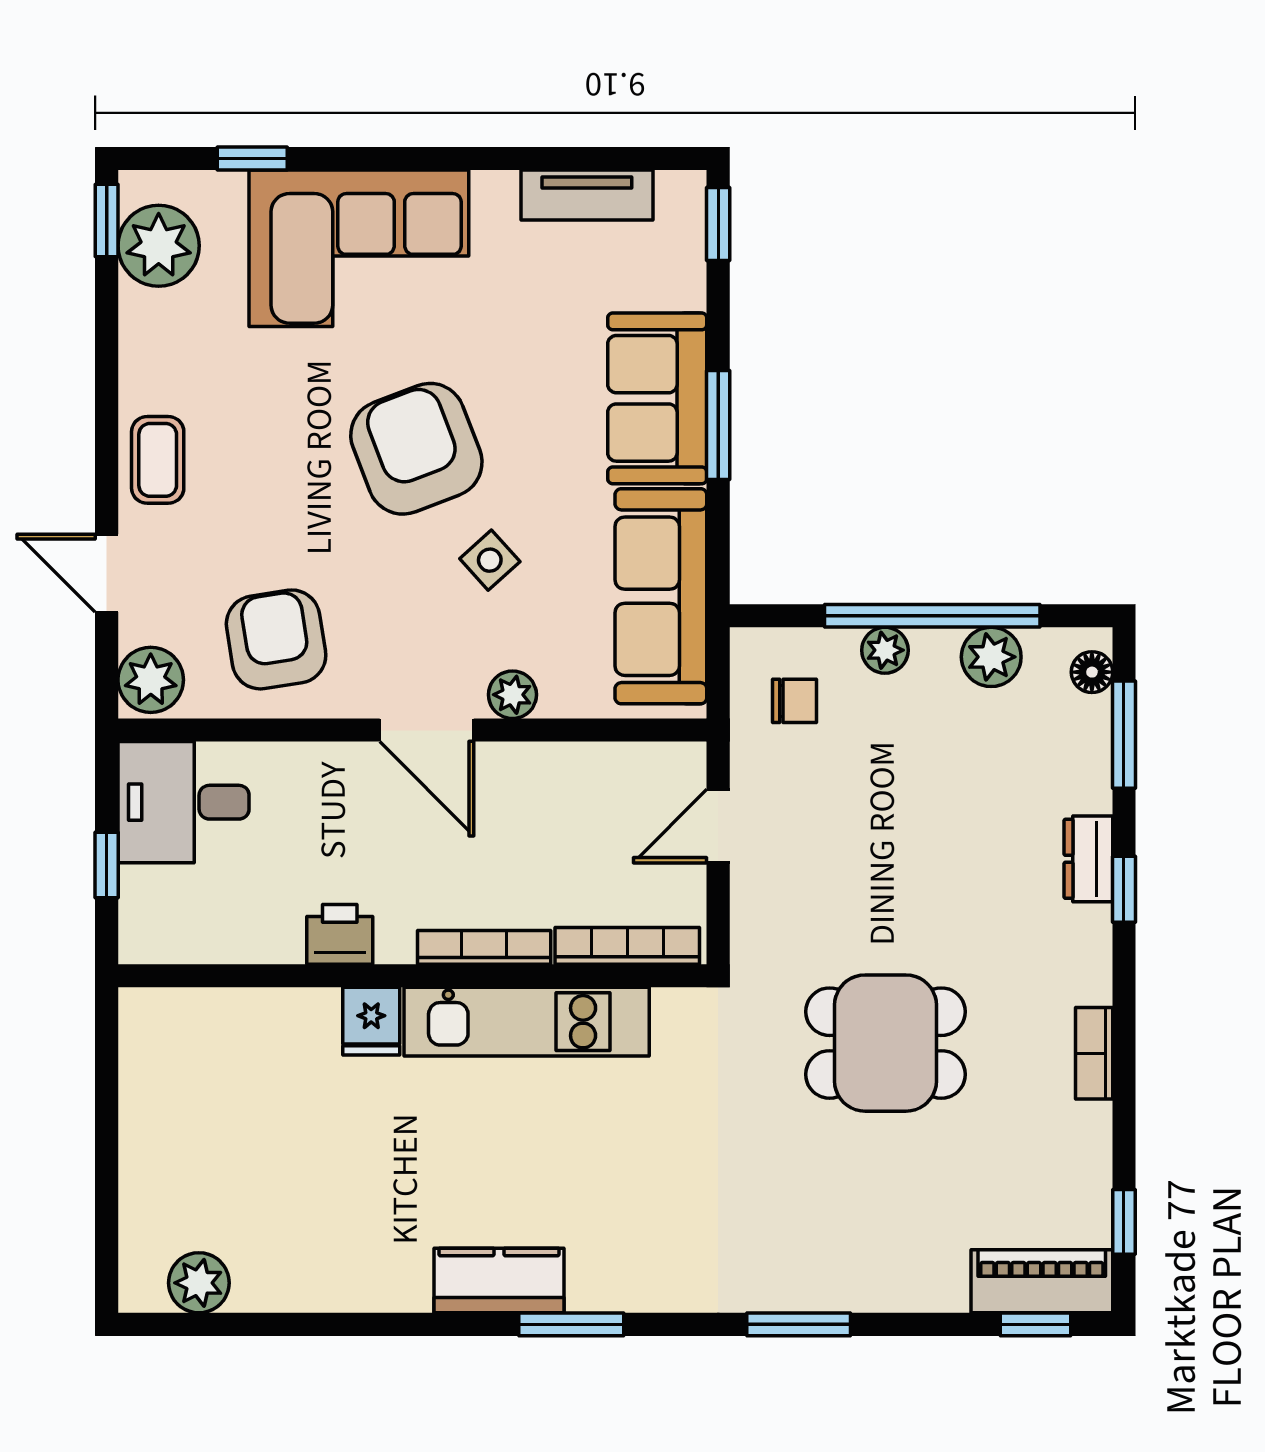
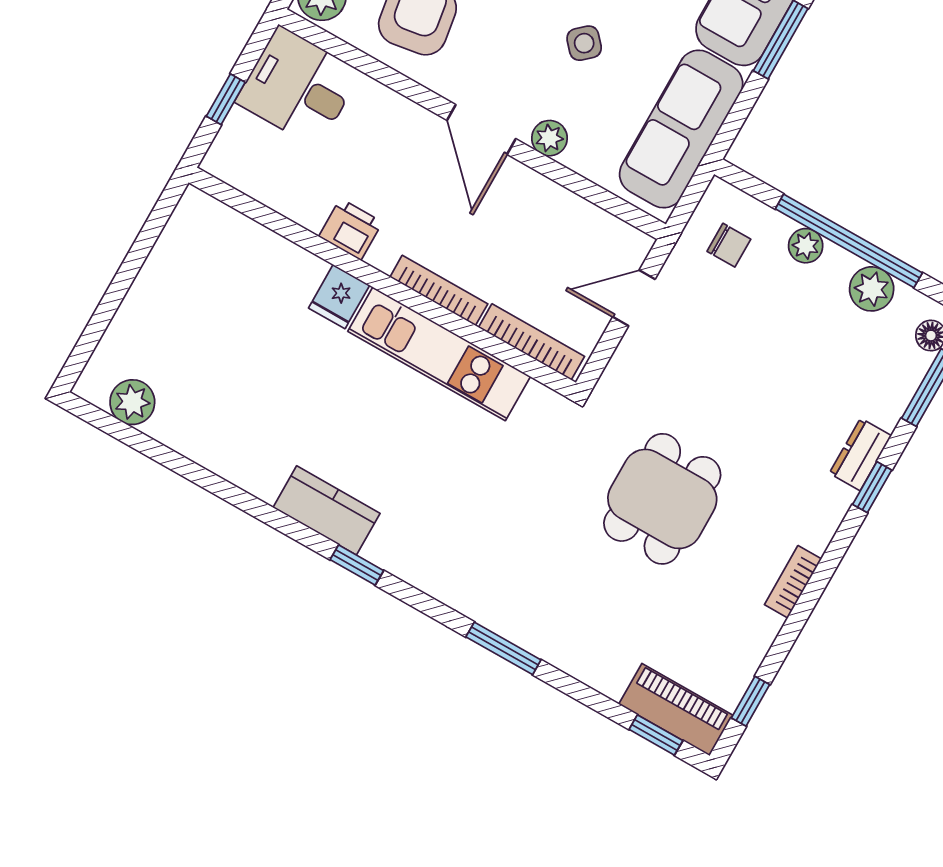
dining table: (885, 1043) -> (662, 499), turned 90
window: (571, 1324) -> (357, 565), width x0.67

